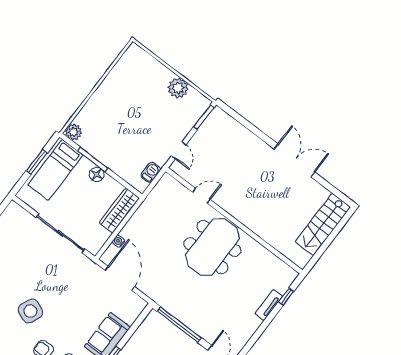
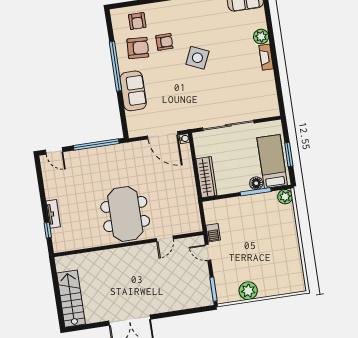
barbecue: (151, 172) -> (213, 233), moved
floor lamp: (97, 174) -> (256, 183), moved
water cooler: (119, 241) -> (184, 139), moved

